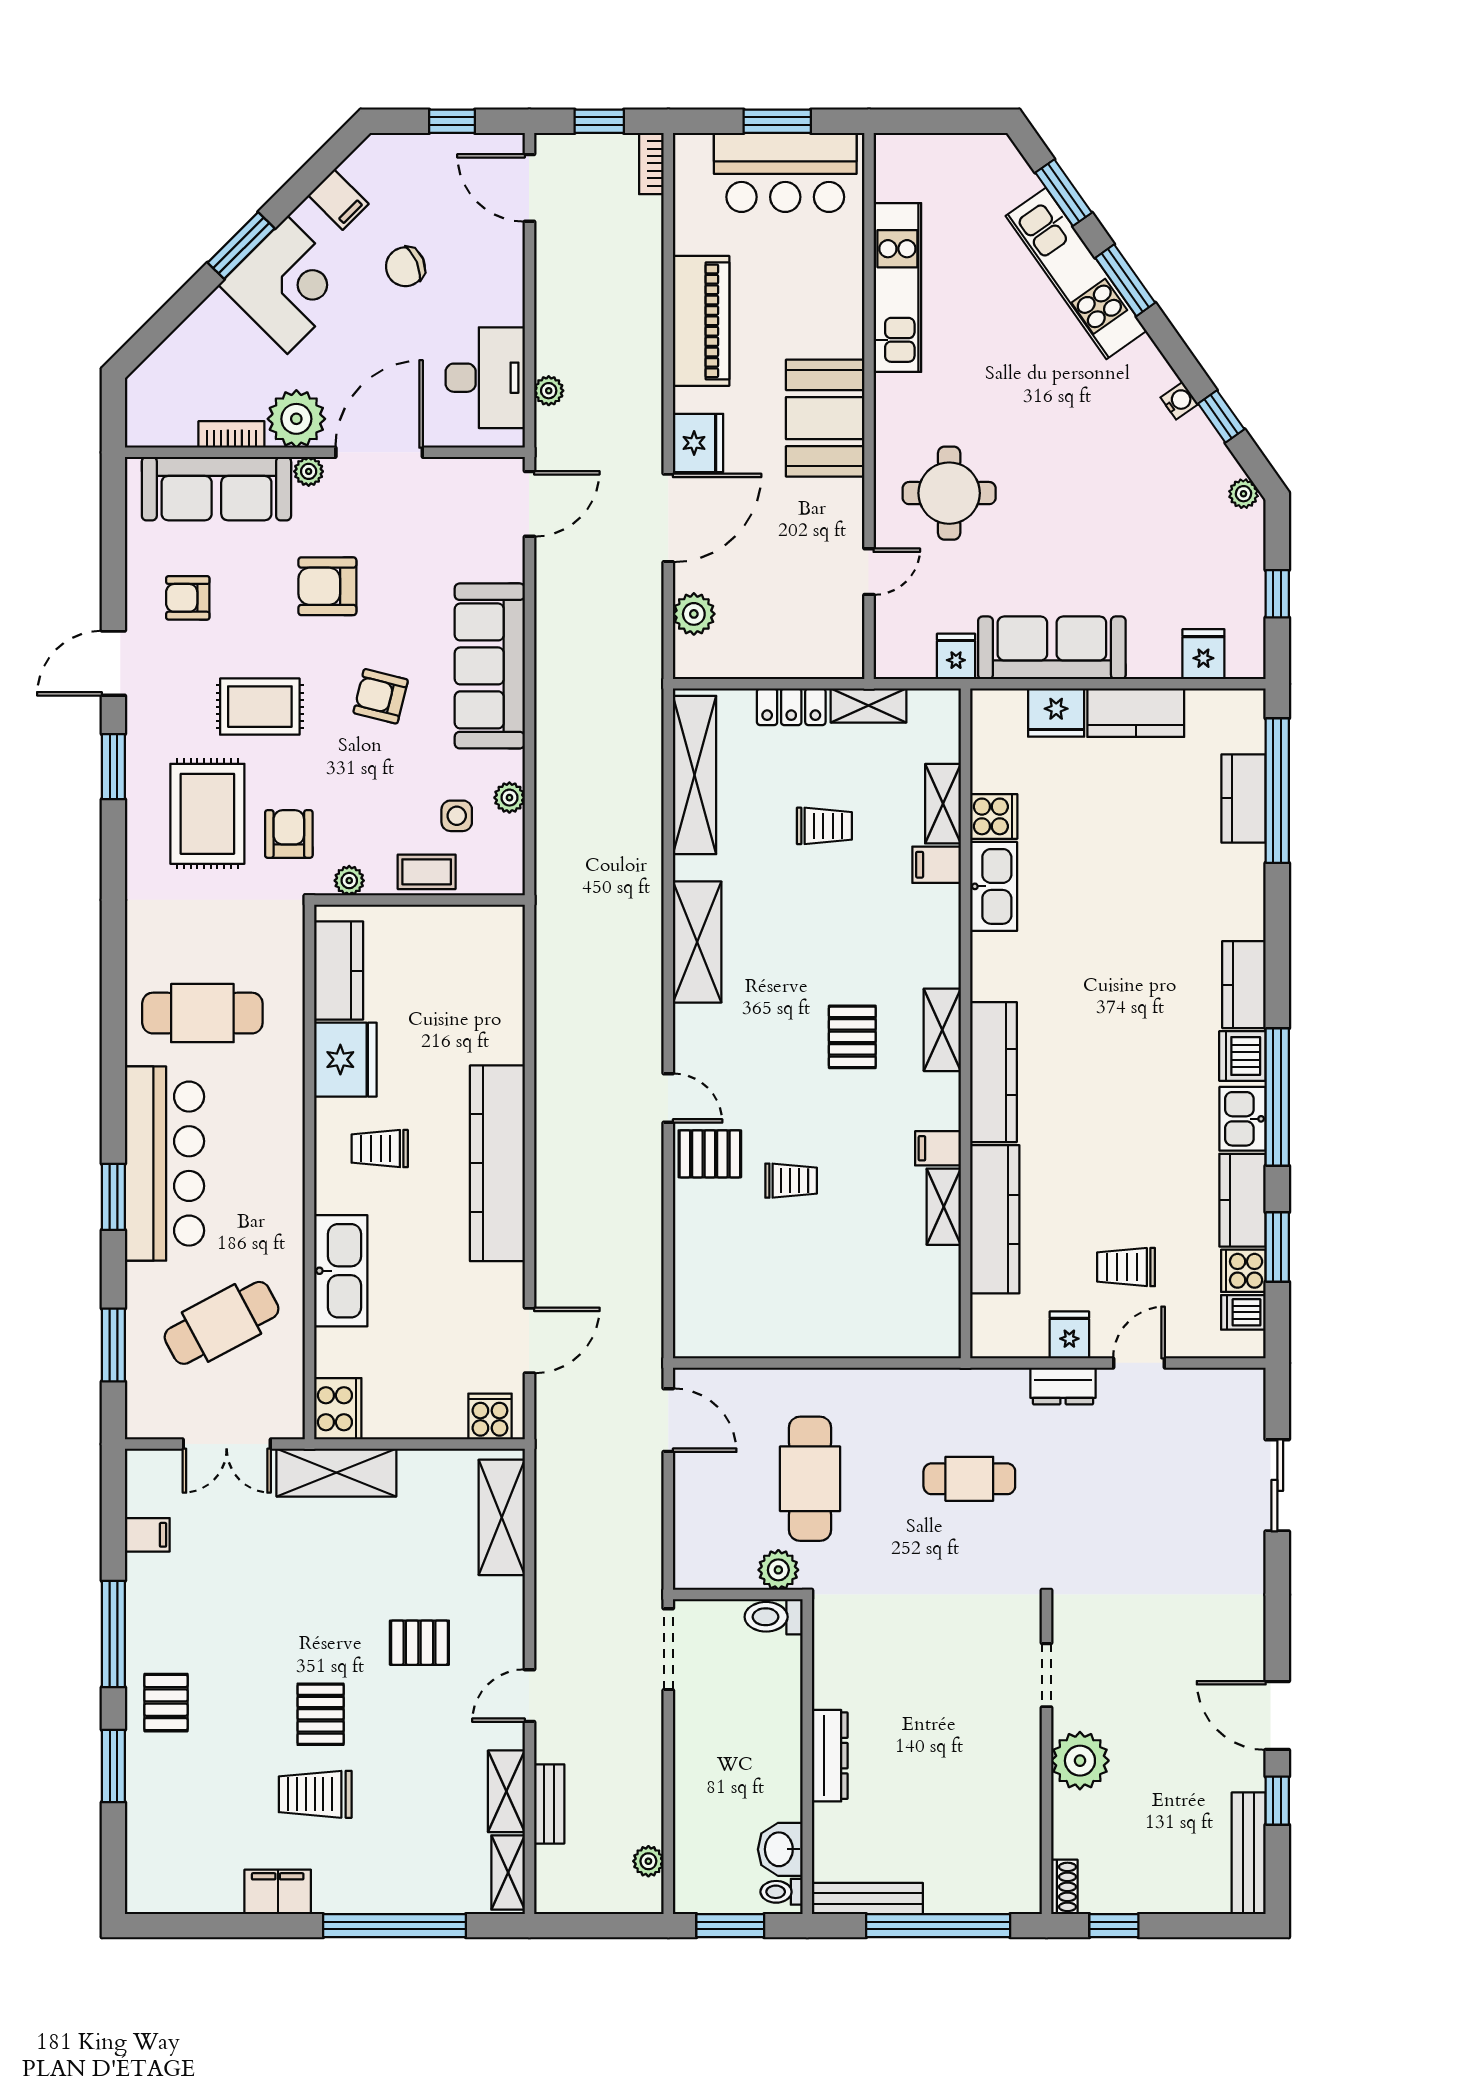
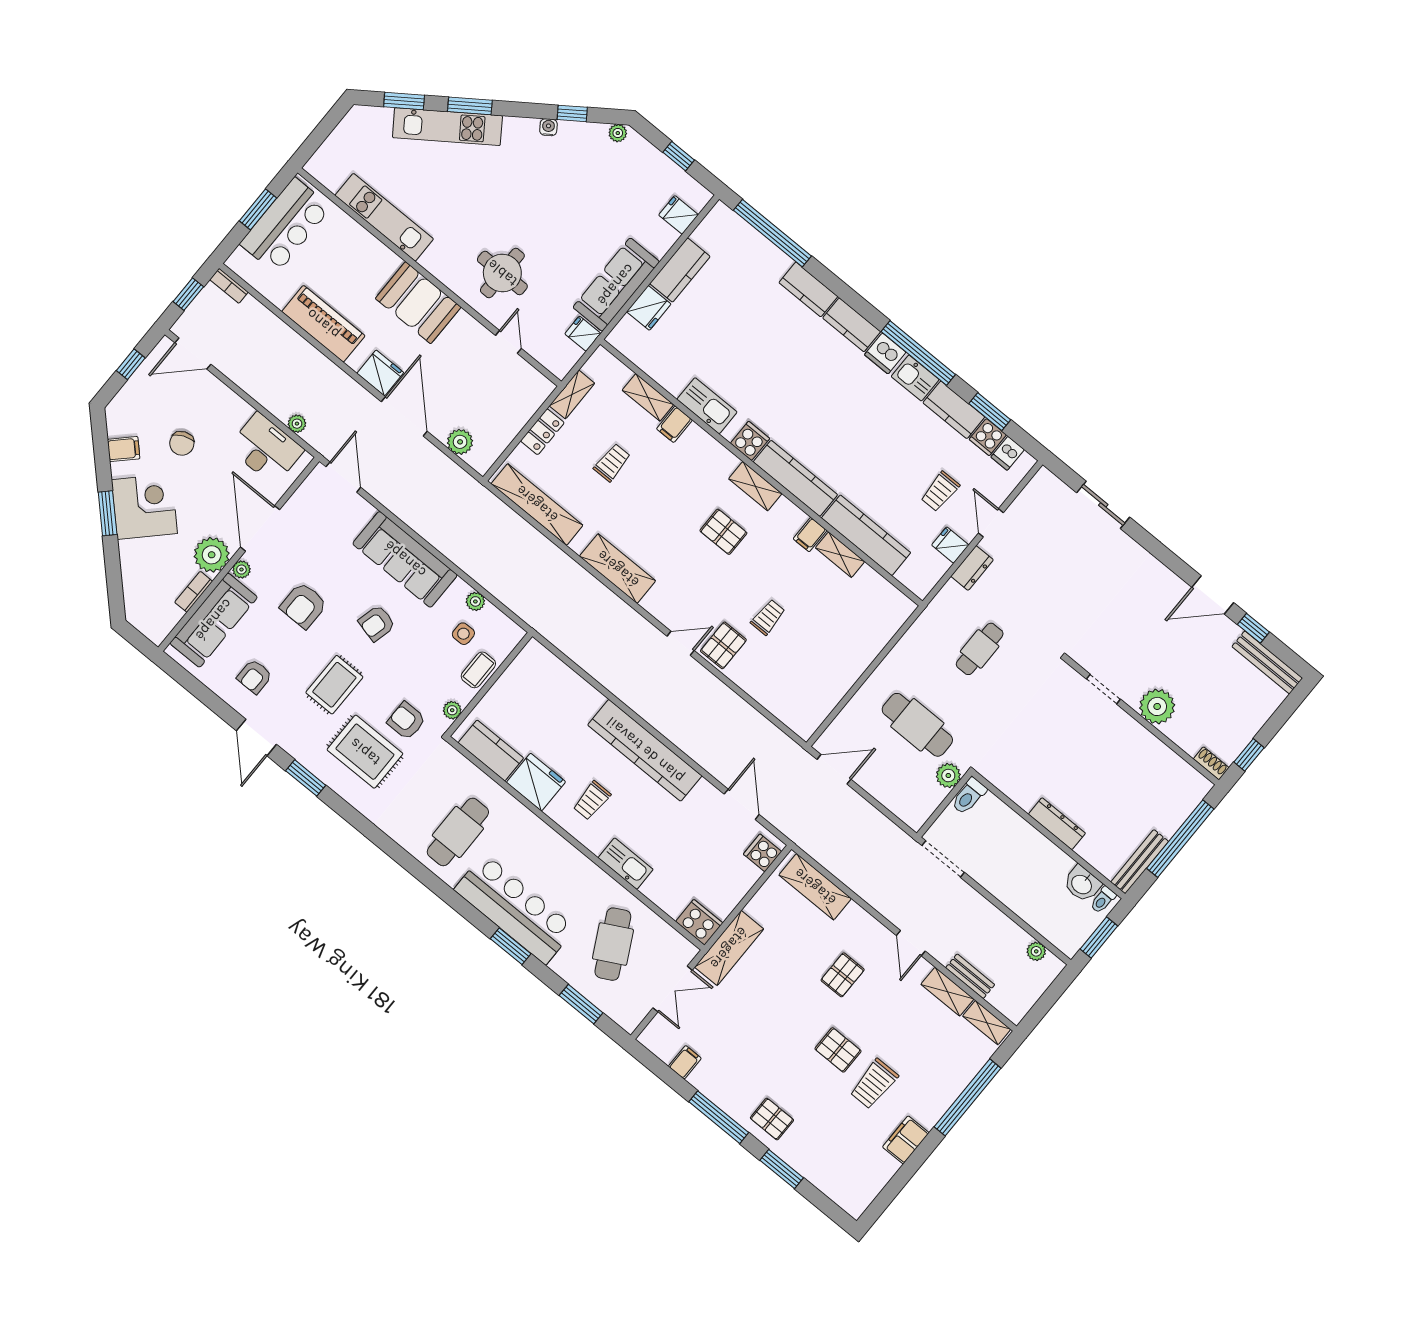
kitchen counter: (1244, 798) -> (808, 289), moved
cooker: (994, 816) -> (750, 441), moved
kitchen sink: (341, 1271) -> (626, 864), width x0.73, depth x0.81

